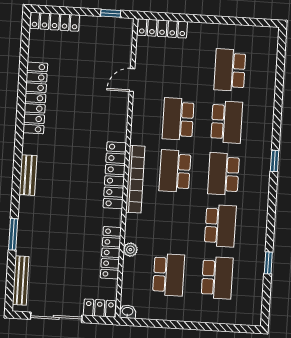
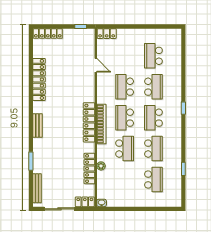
locker: (162, 28) -> (107, 34), width x0.66
door: (132, 80) -> (96, 65), swing flipped
school desk: (169, 275) -> (125, 149), moved

